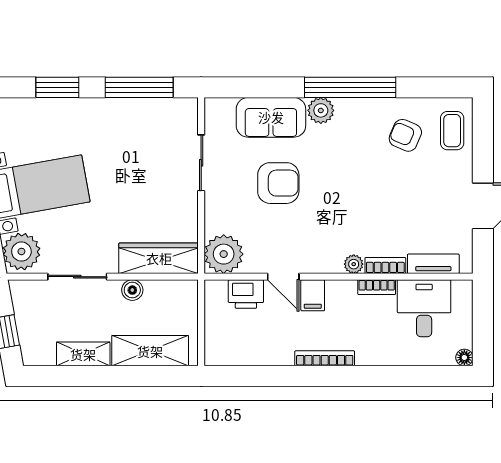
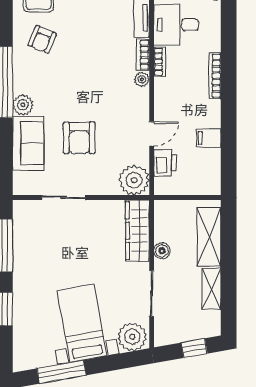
armchair: (278, 183) -> (79, 138), turned 180
filing cabinet: (313, 295) -> (209, 138), moved, turned 180
bookcase: (325, 358) -> (215, 76), moved

